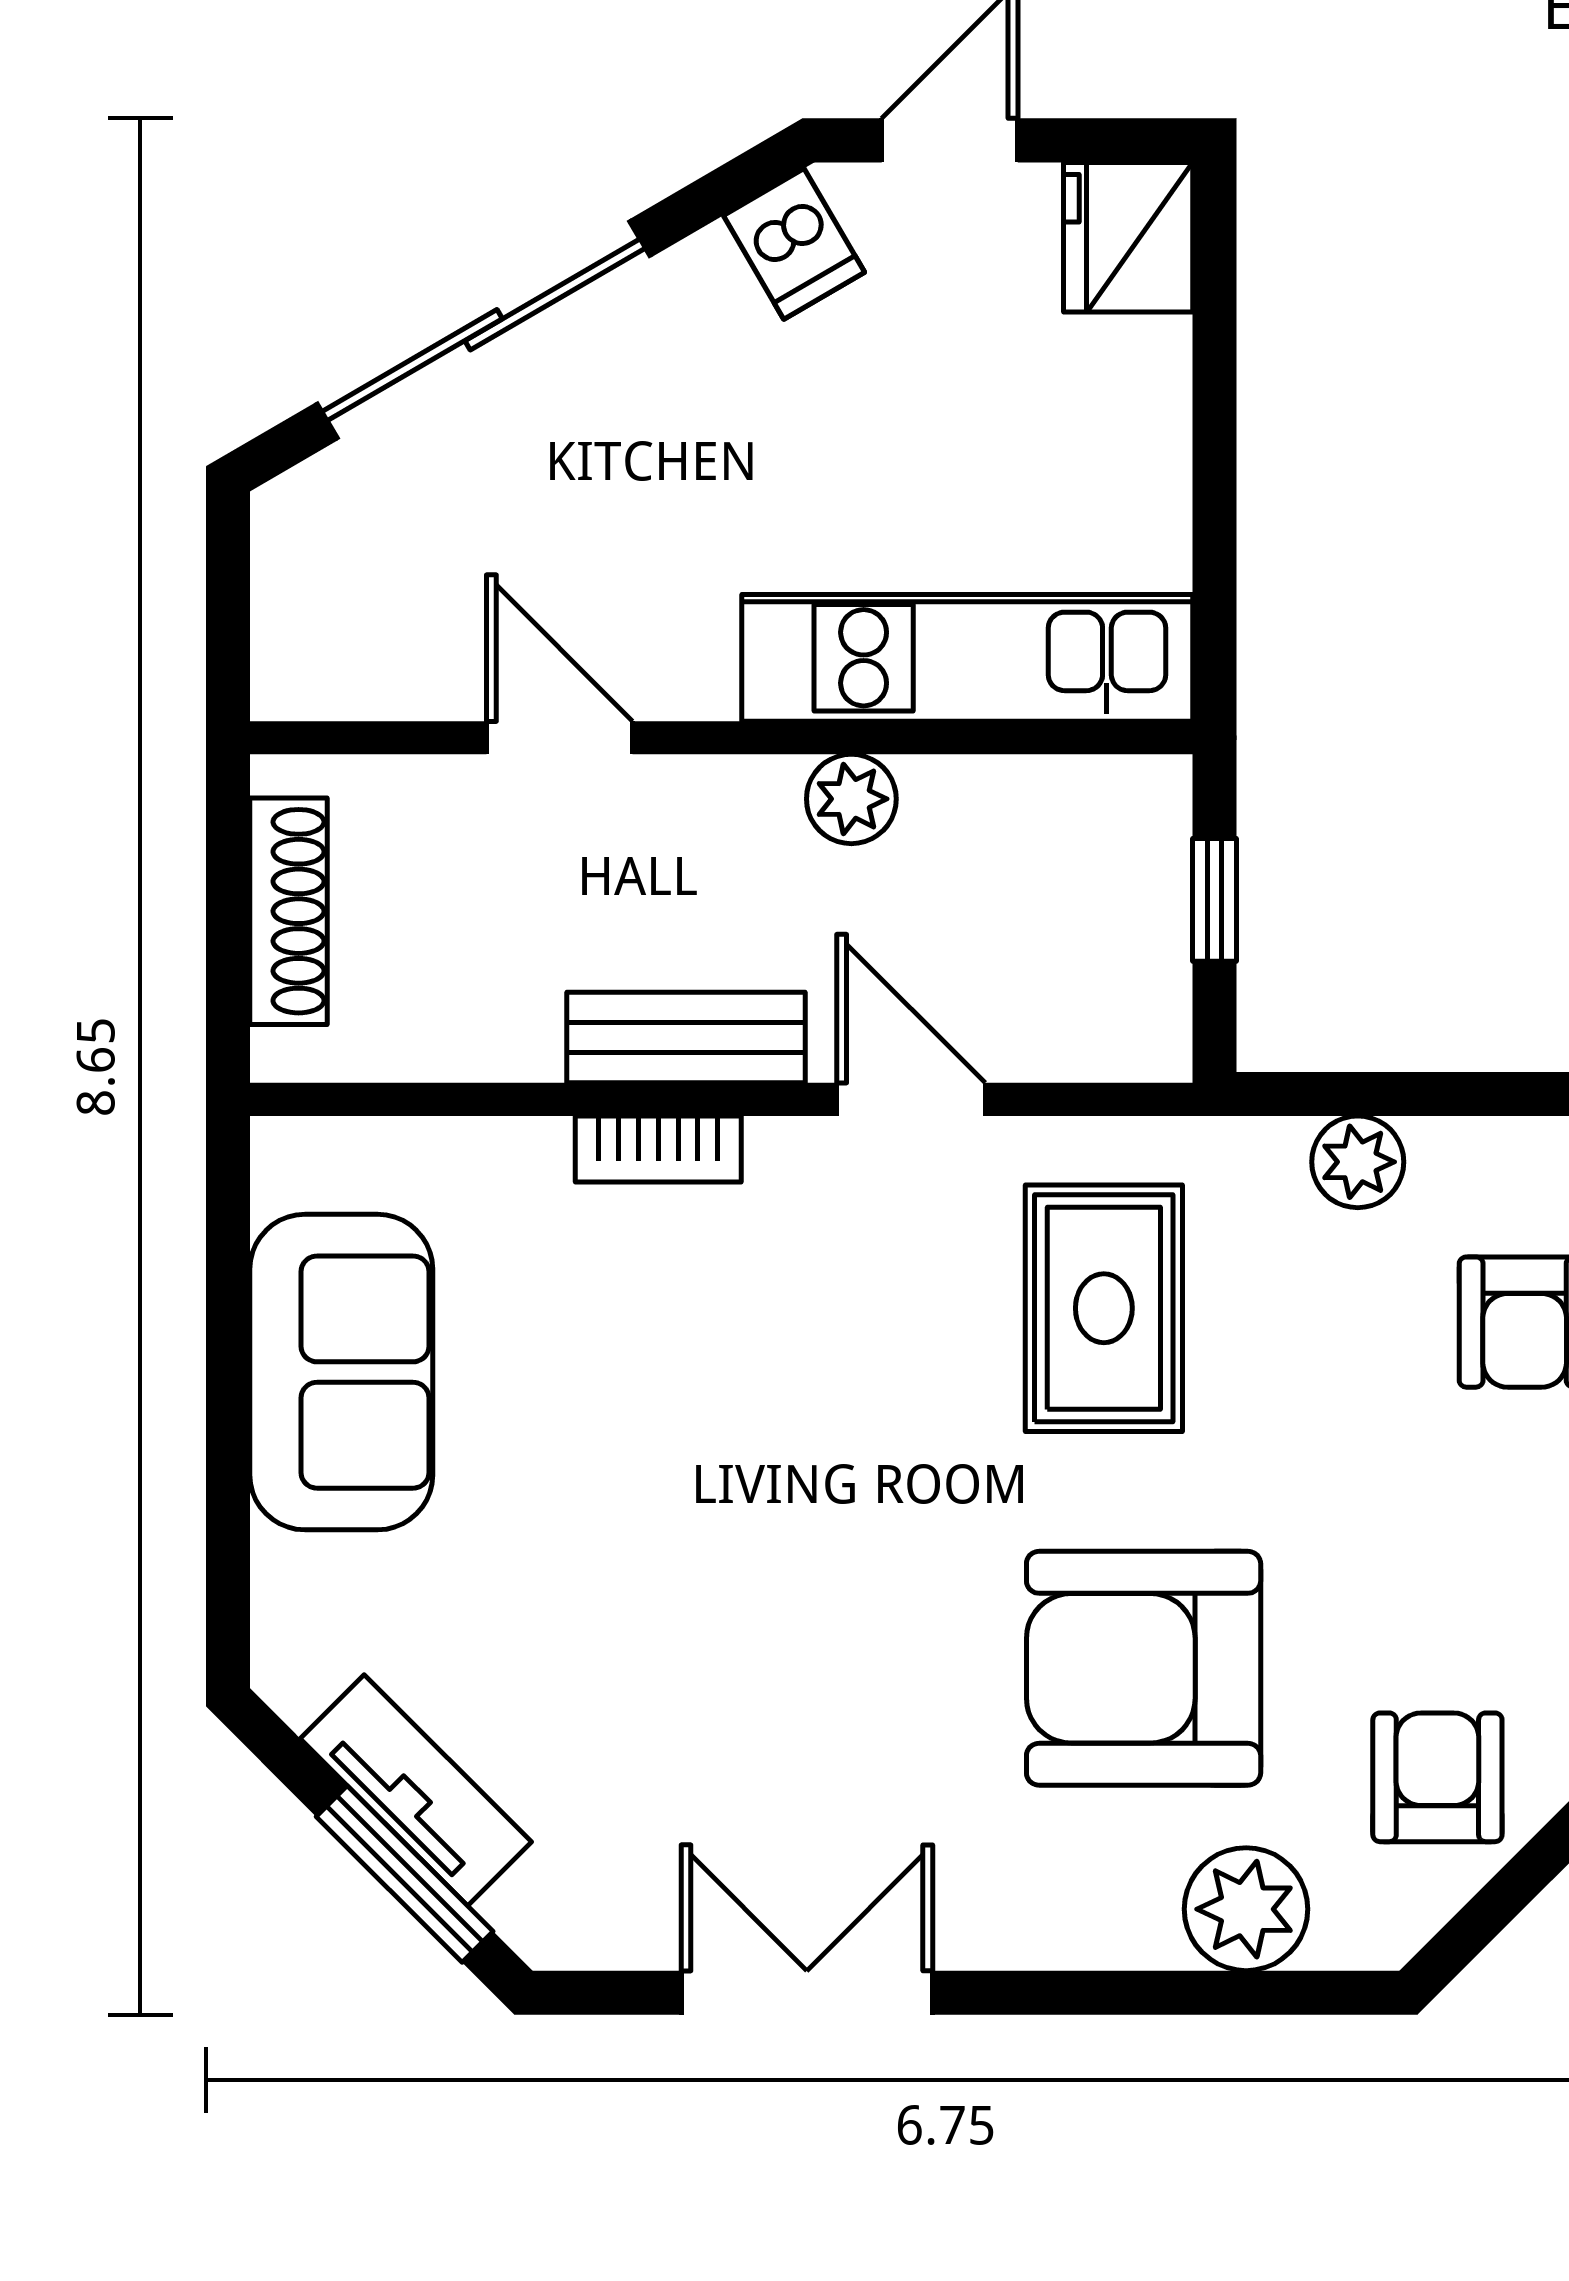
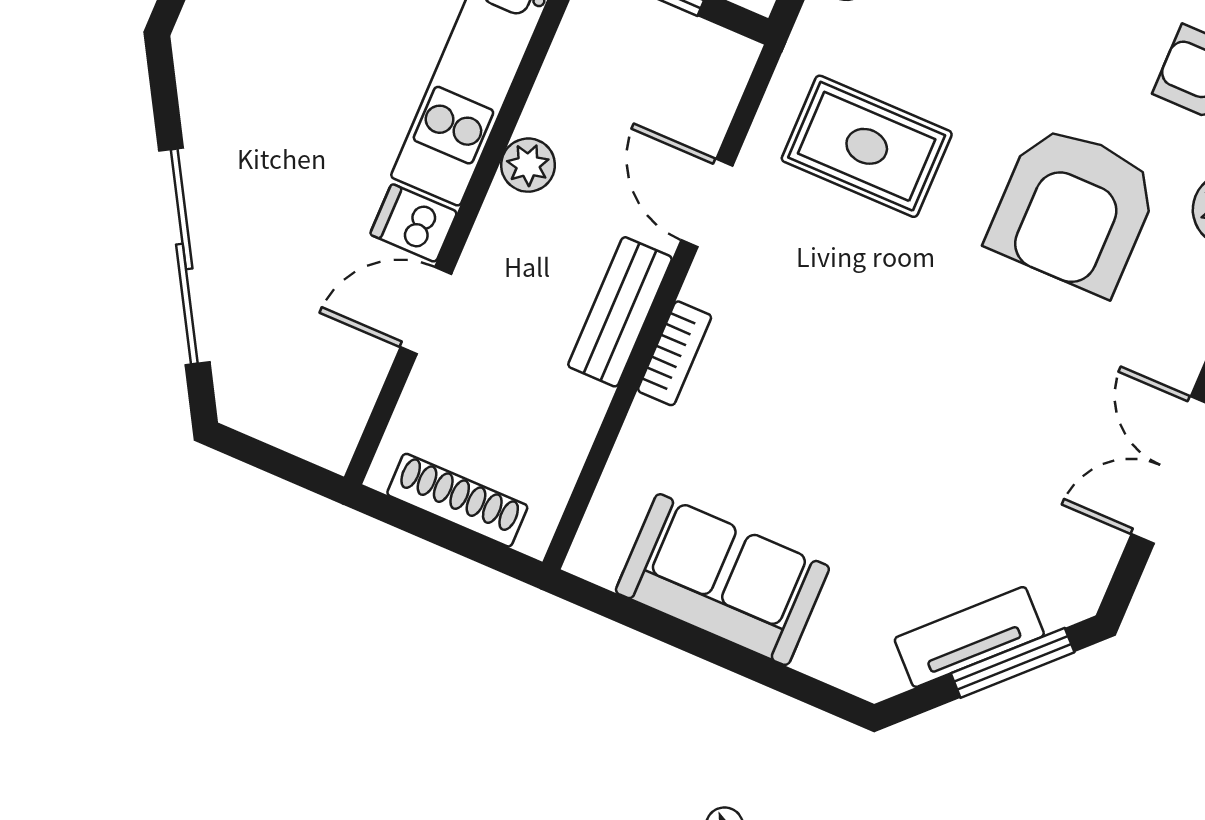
dishwasher: (794, 244) -> (414, 223), moved, turned -150
door: (911, 1099) -> (707, 203), hinge flipped

